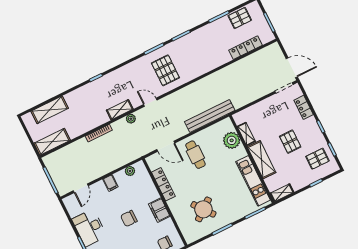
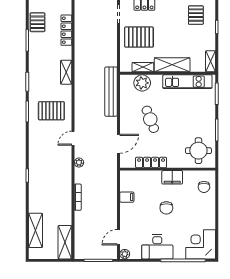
shelving: (120, 110) -> (66, 72), moved
pallet: (290, 142) -> (139, 37), moved, width x1.50, depth x1.42
cafe table: (195, 155) -> (150, 119), moved, turned 69
plant: (130, 171) -> (125, 254), moved
filing cabinet: (110, 183) -> (127, 197), moved
door: (81, 188) -> (119, 237), swing flipped
round table: (203, 209) -> (198, 151), moved, turned 38

